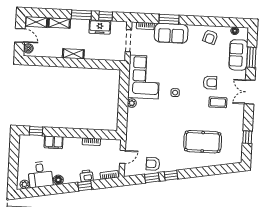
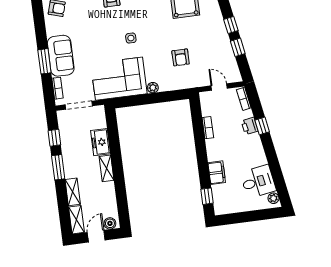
freezer: (100, 27) -> (101, 142), moved, turned 180
armchair: (153, 164) -> (181, 57), moved
floor lamp: (58, 180) -> (261, 159), removed

